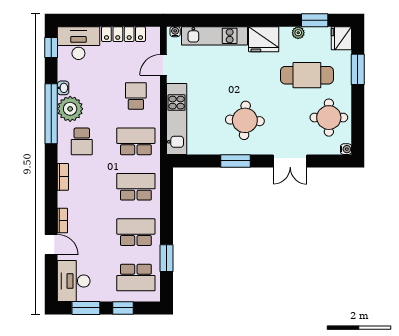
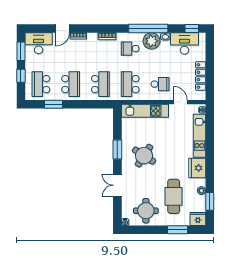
desk: (78, 43) -> (185, 43), moved, turned -90
round table: (245, 120) -> (144, 156), turned 30
school desk: (136, 141) -> (130, 84), turned 180

